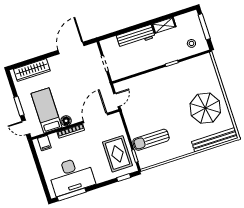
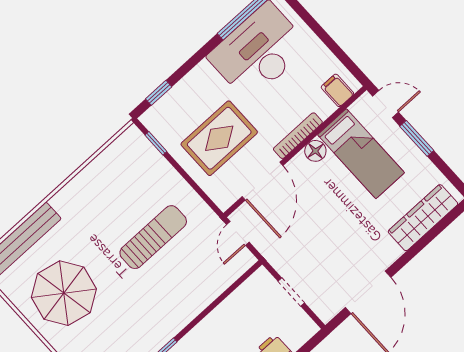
sun lounger: (151, 140) -> (153, 237), moved
rug: (117, 154) -> (219, 138), moved, turned 90

